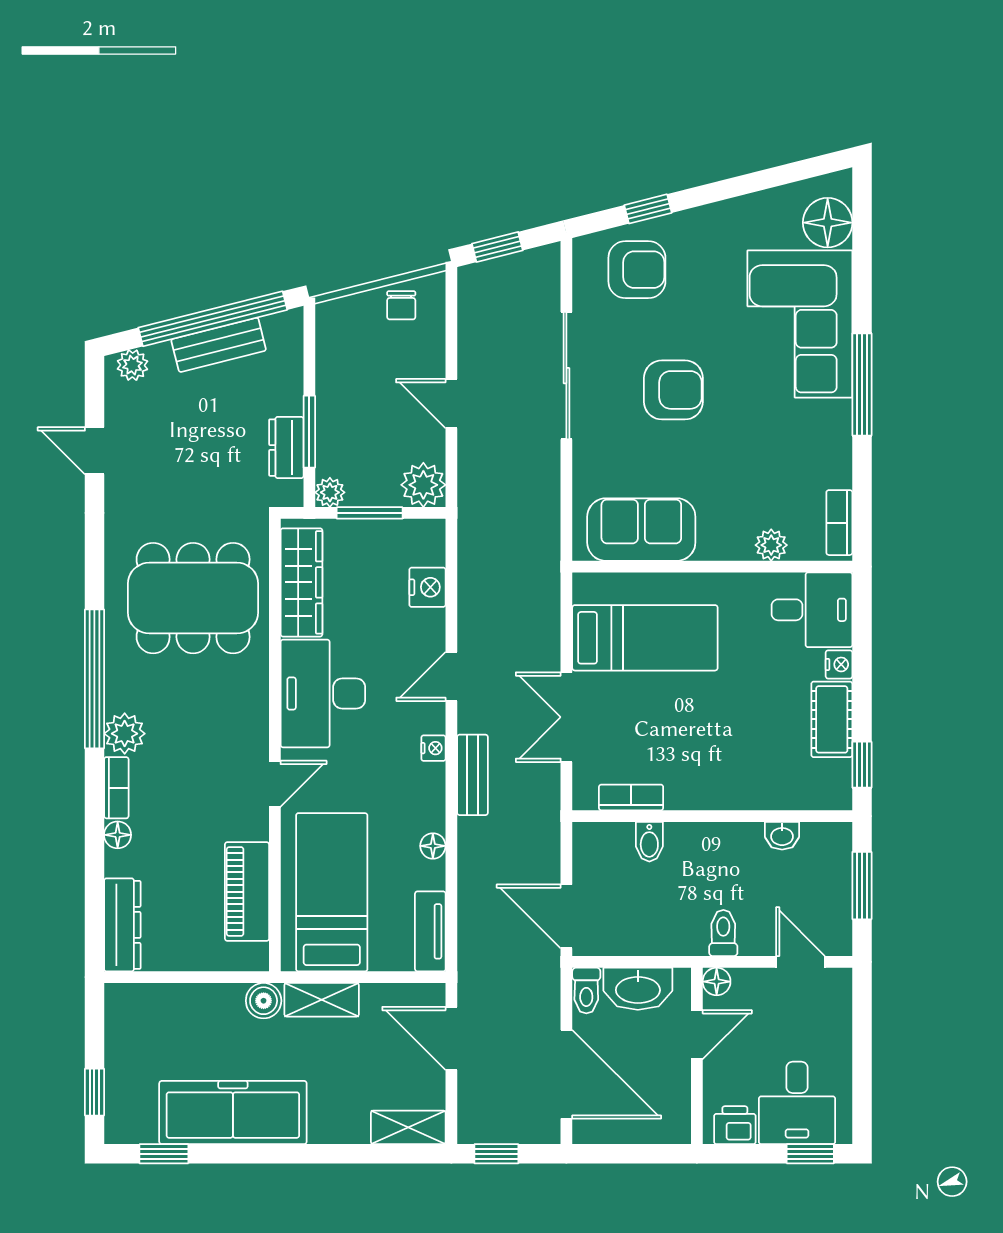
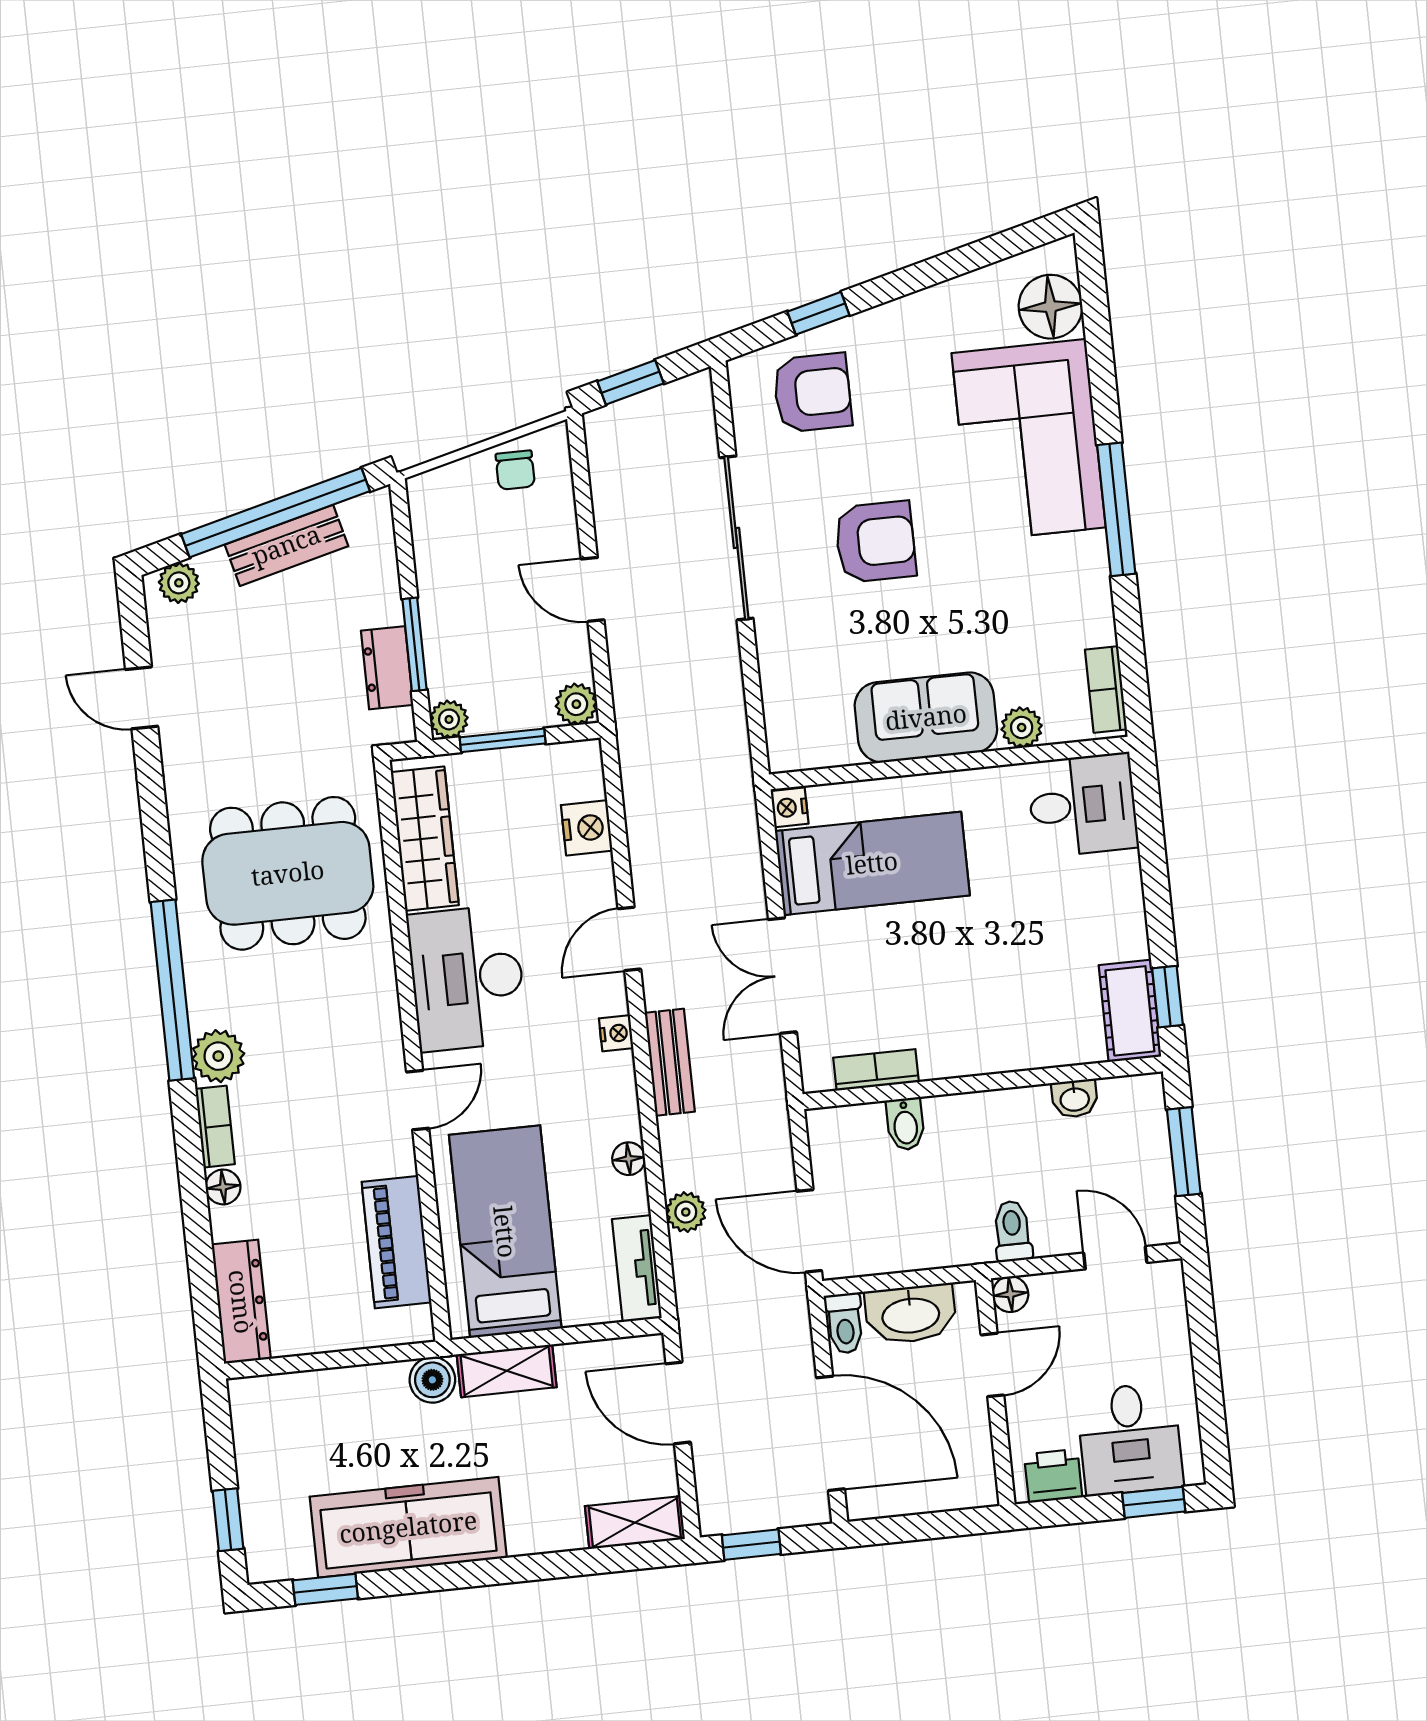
plant: (423, 485) -> (576, 704), width x0.73, depth x0.73
sofa: (641, 530) -> (926, 717), moved
nightstand: (839, 664) -> (790, 807), moved, turned 180
cot: (832, 719) -> (1130, 1011), moved
plant: (473, 892) -> (686, 1212), added

